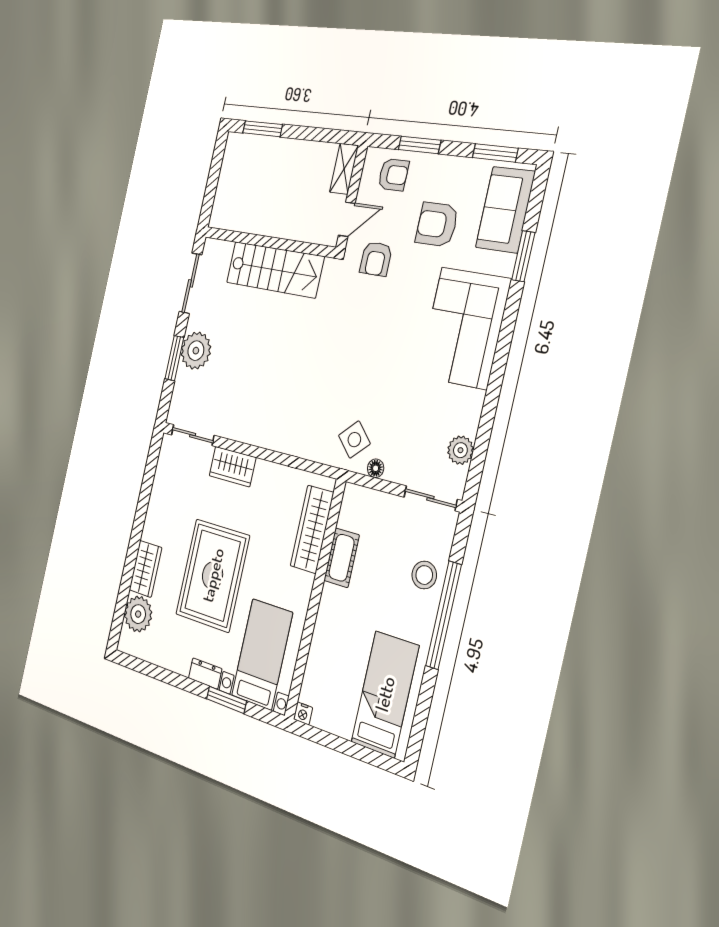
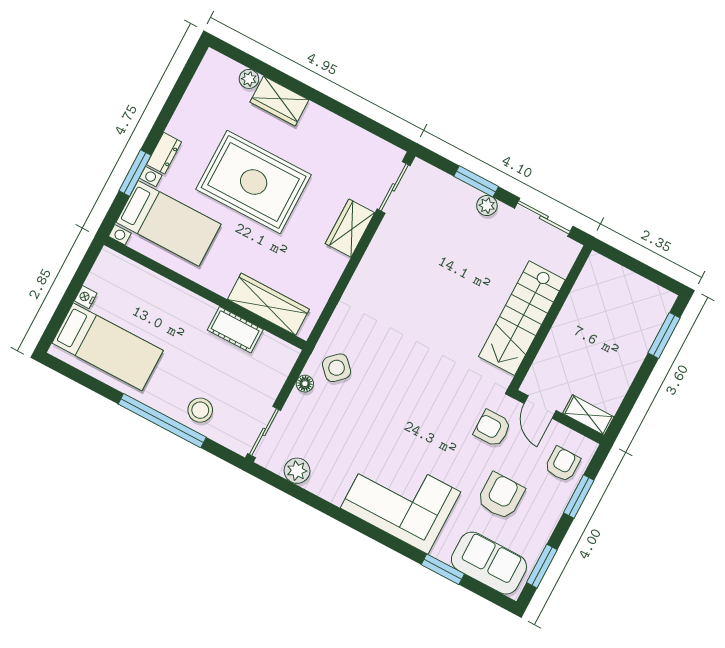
armchair: (393, 175) -> (562, 464), turned 180
plant: (196, 351) -> (487, 206), width x0.53, depth x0.53
plant: (138, 614) -> (249, 79), width x0.53, depth x0.53
nightstand: (303, 713) -> (86, 297), moved

